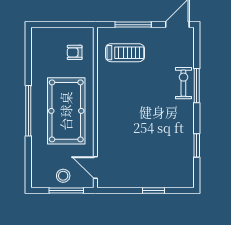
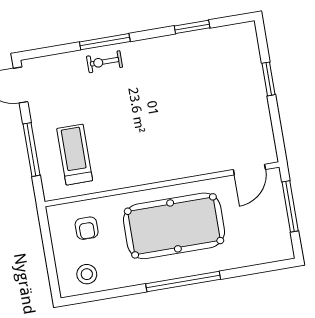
exercise bike: (183, 83) -> (105, 62), width x0.73, depth x0.72
stool: (63, 176) -> (87, 274), moved

